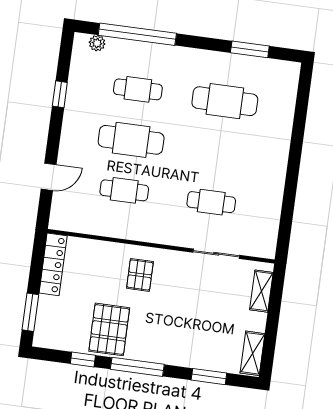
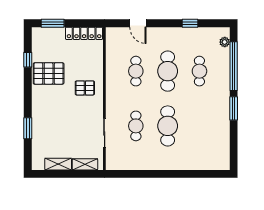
window: (250, 49) -> (234, 108), moved
cafe table: (225, 101) -> (168, 126), moved
shelving: (252, 353) -> (58, 164), moved
window: (137, 367) -> (28, 94), removed
window: (209, 377) -> (28, 128), moved

